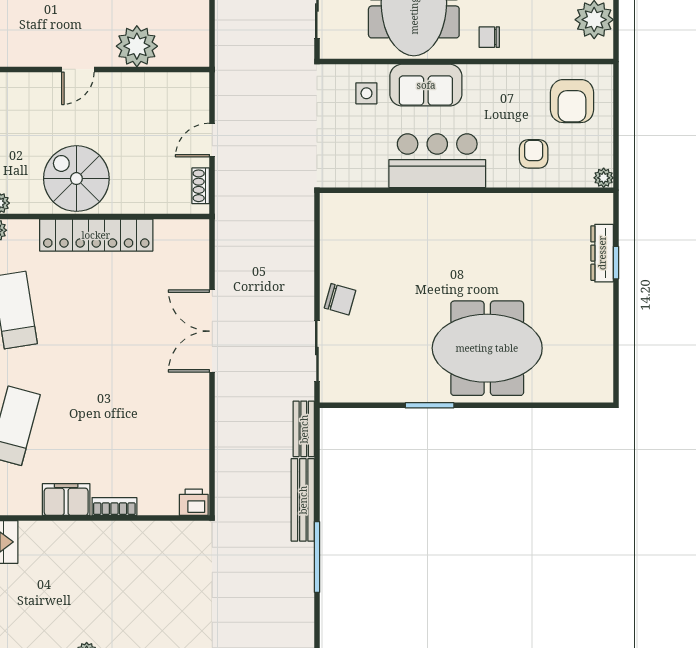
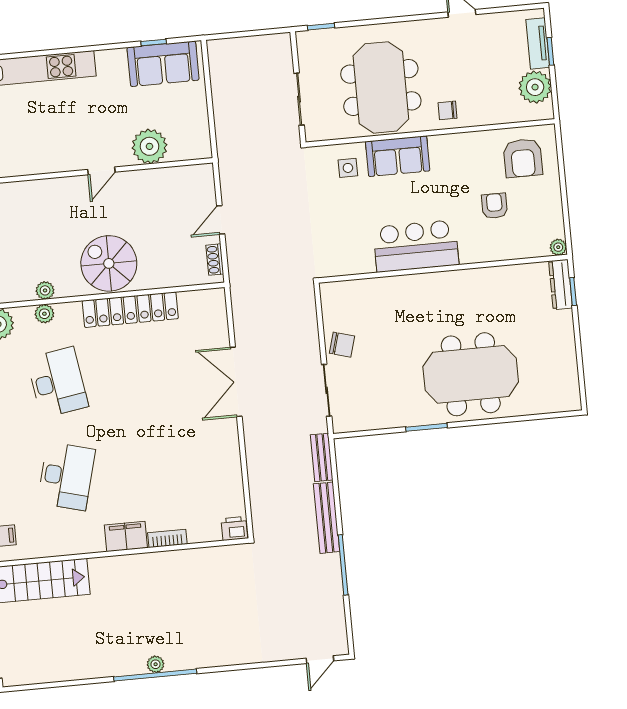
bar counter: (437, 161) -> (416, 246), moved
plant: (604, 178) -> (558, 247), moved
wall: (466, 190) -> (443, 269), moved

